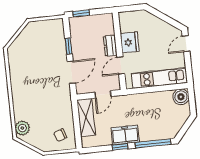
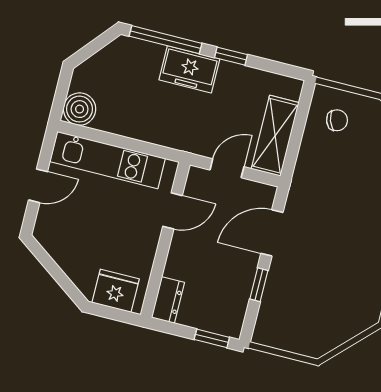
fridge: (130, 42) -> (116, 291), moved, turned 90
door: (186, 44) -> (38, 186), moved
dresser: (110, 46) -> (168, 300), moved
freezer: (125, 135) -> (189, 69), moved

